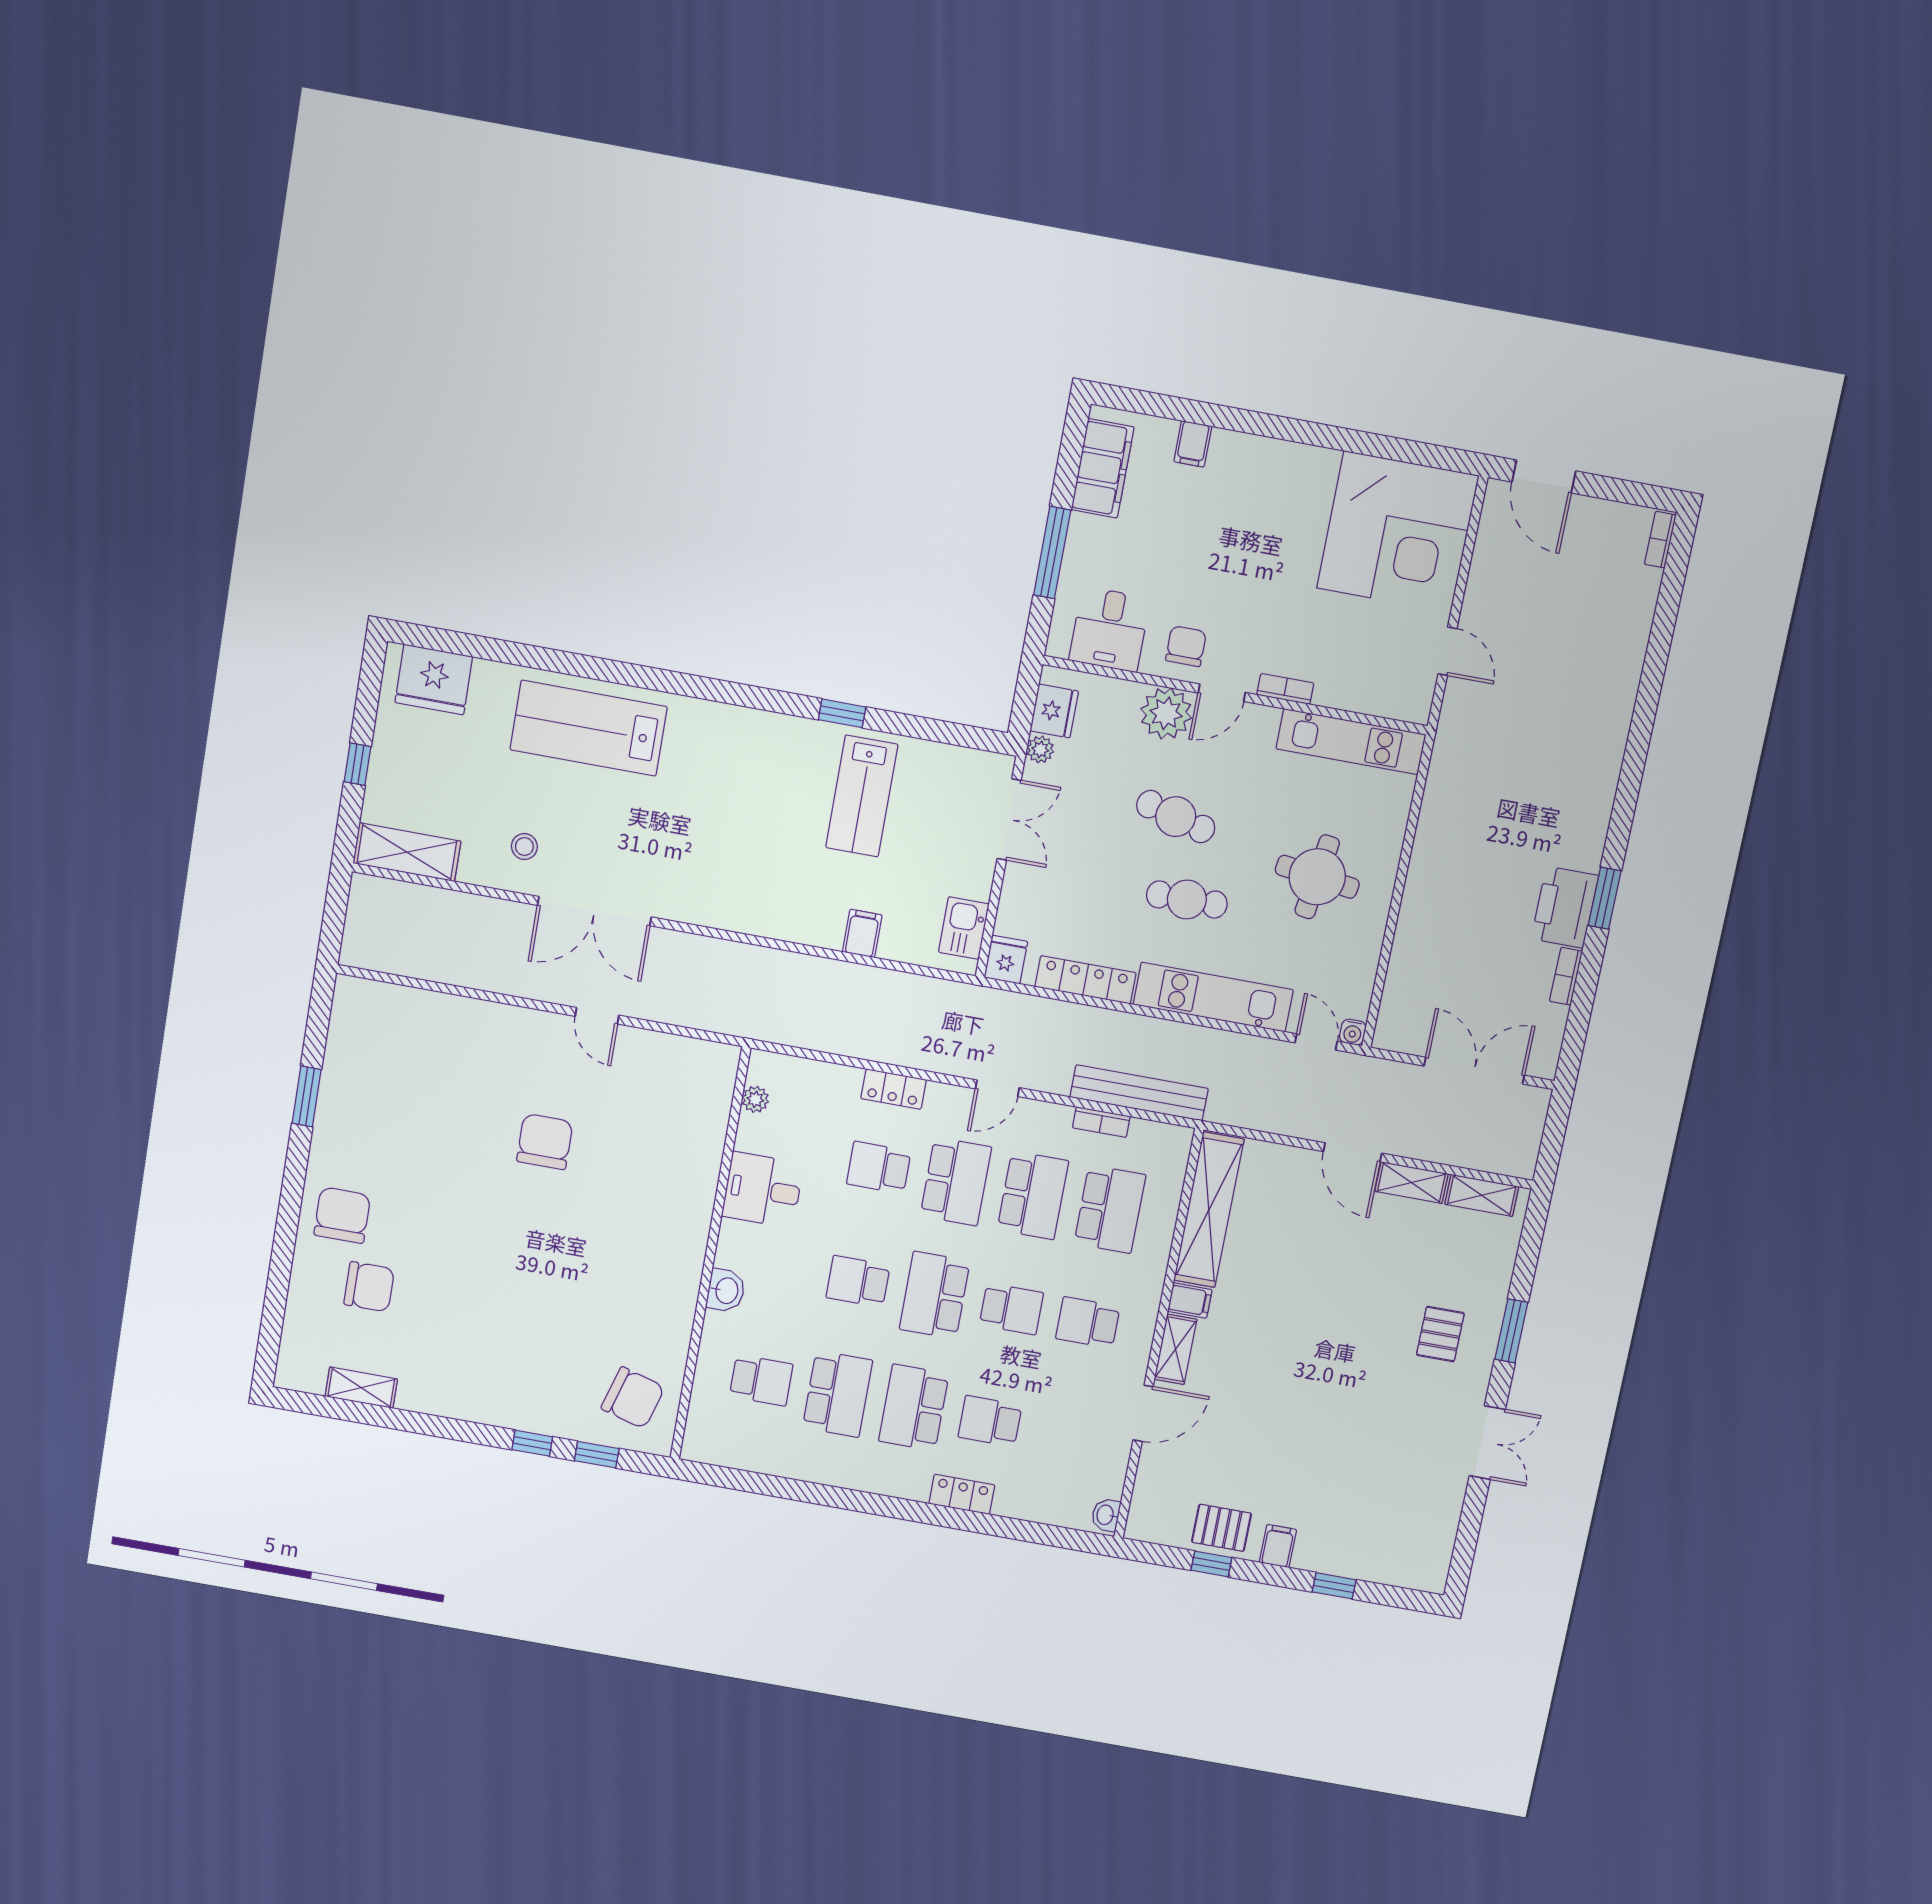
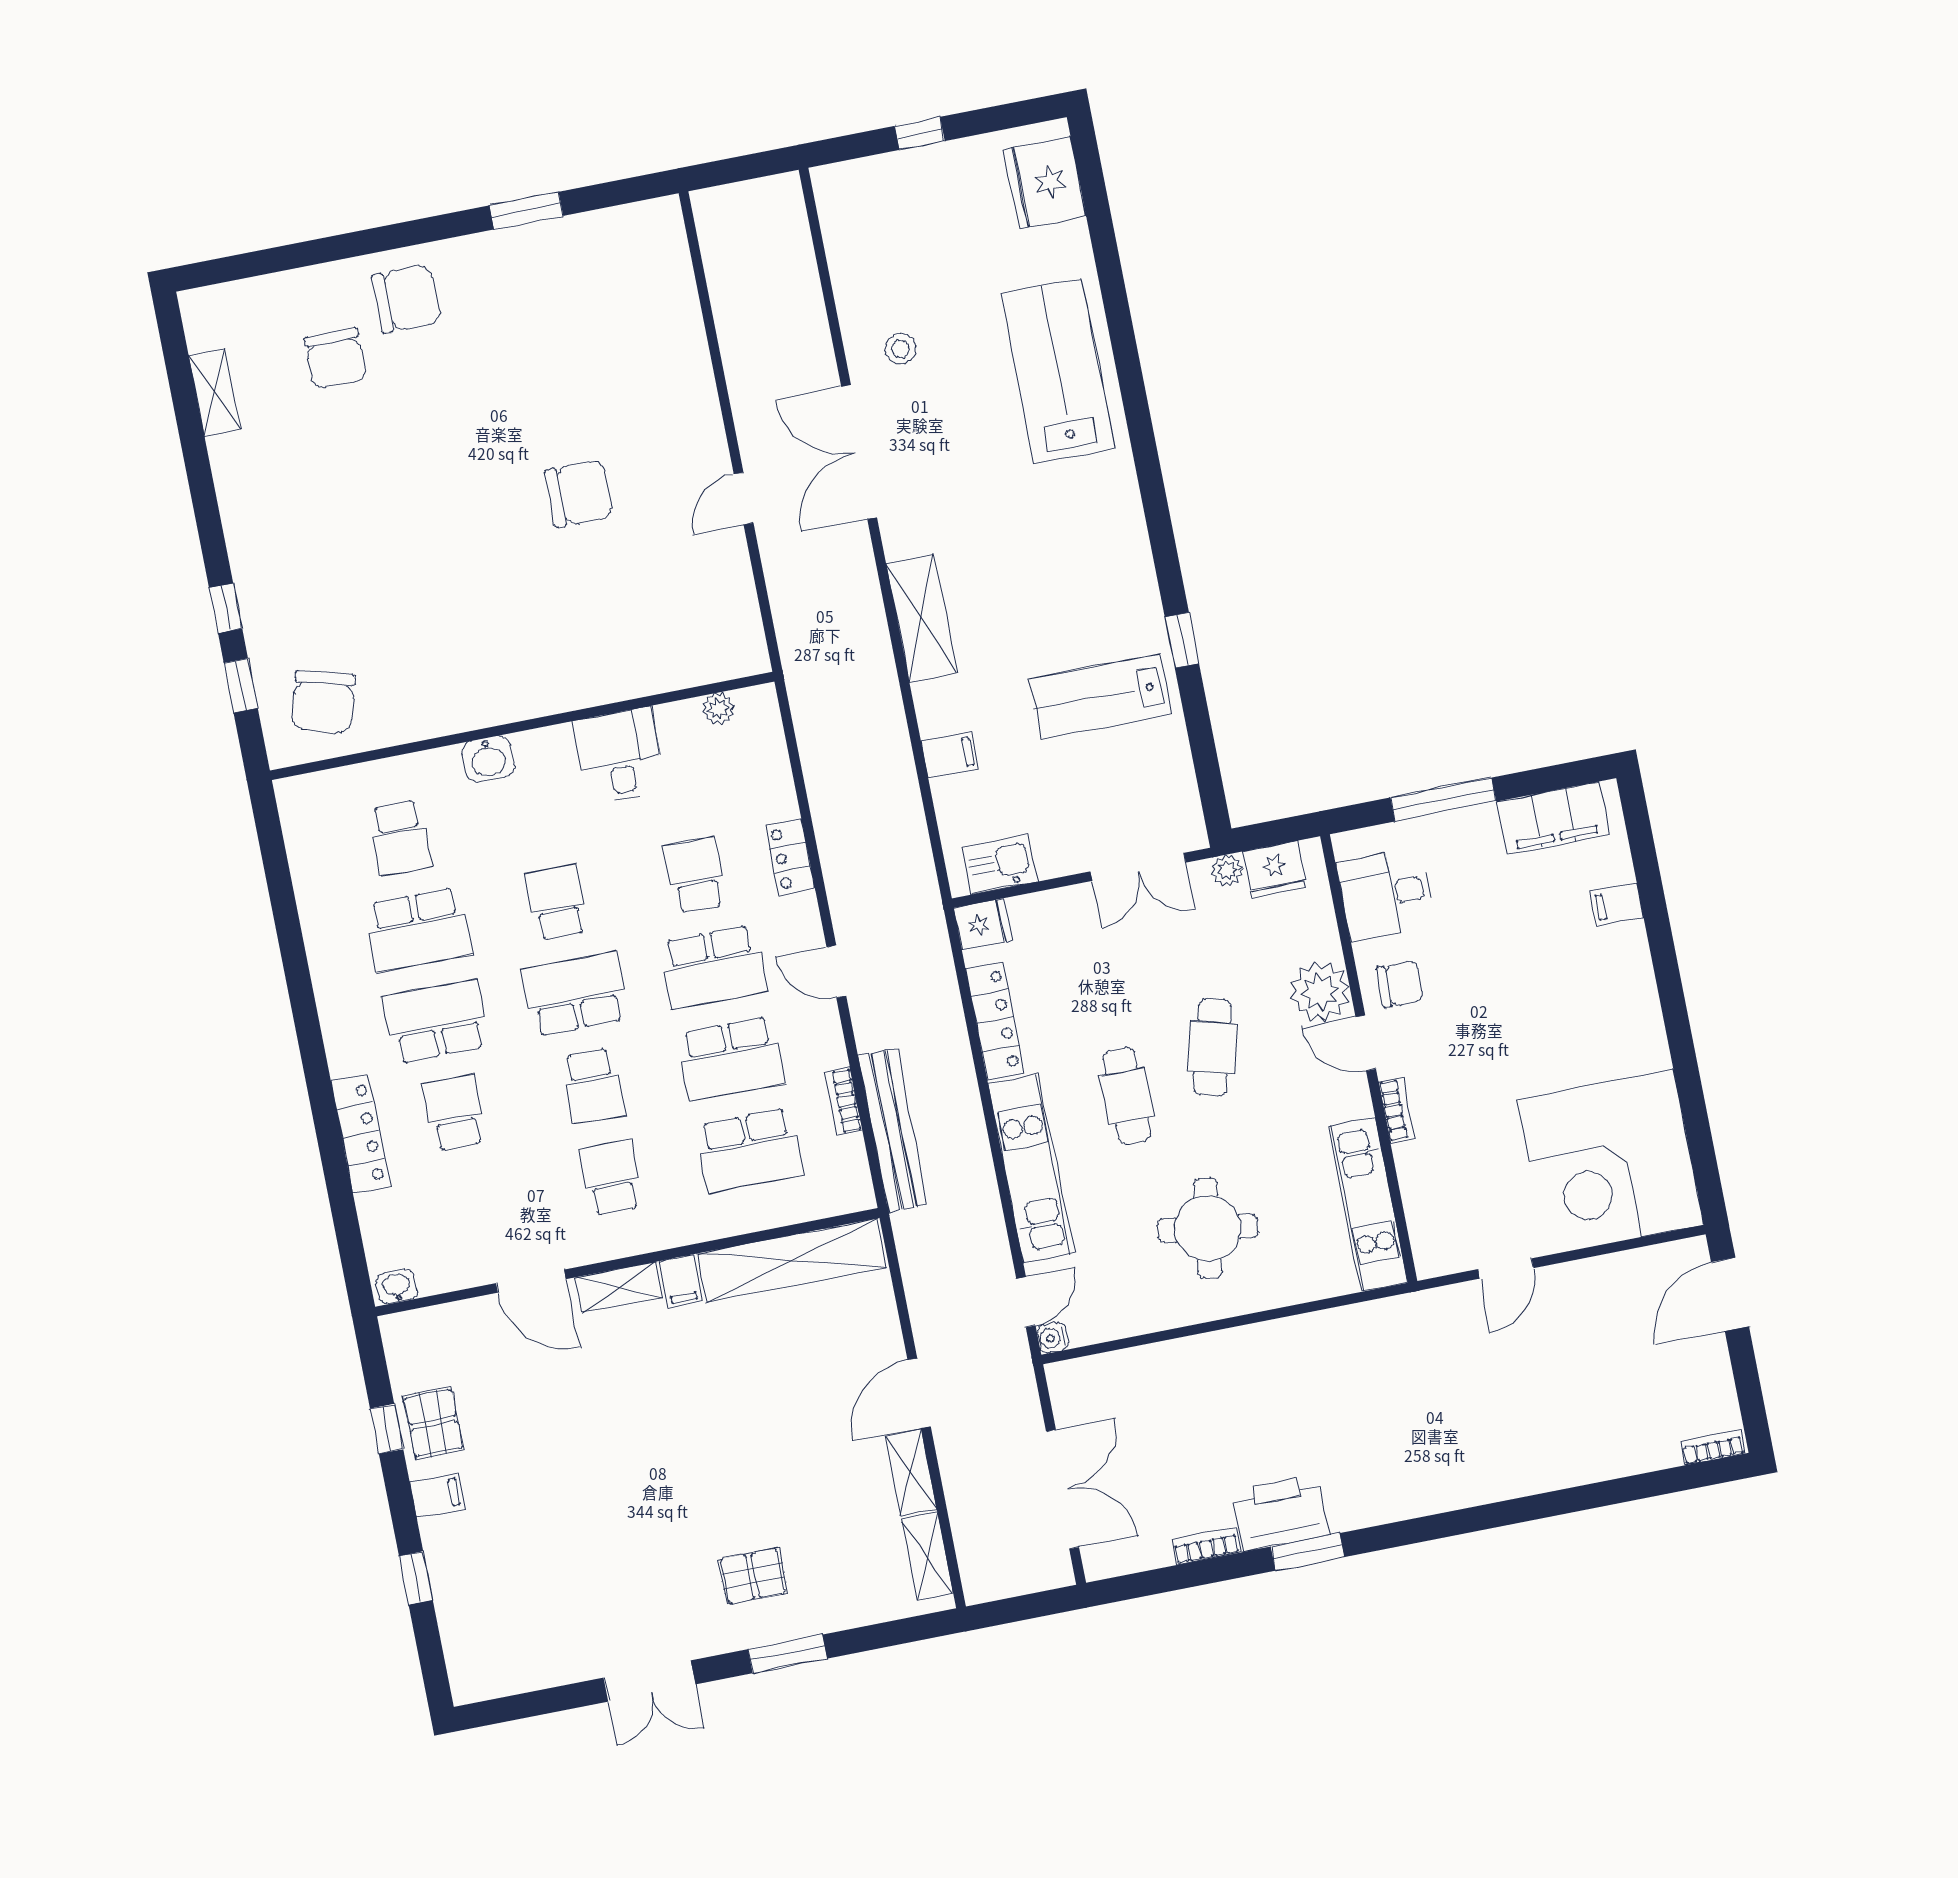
shelving: (407, 852) -> (921, 618), moved
locker: (962, 1494) -> (360, 1134), width x1.53

